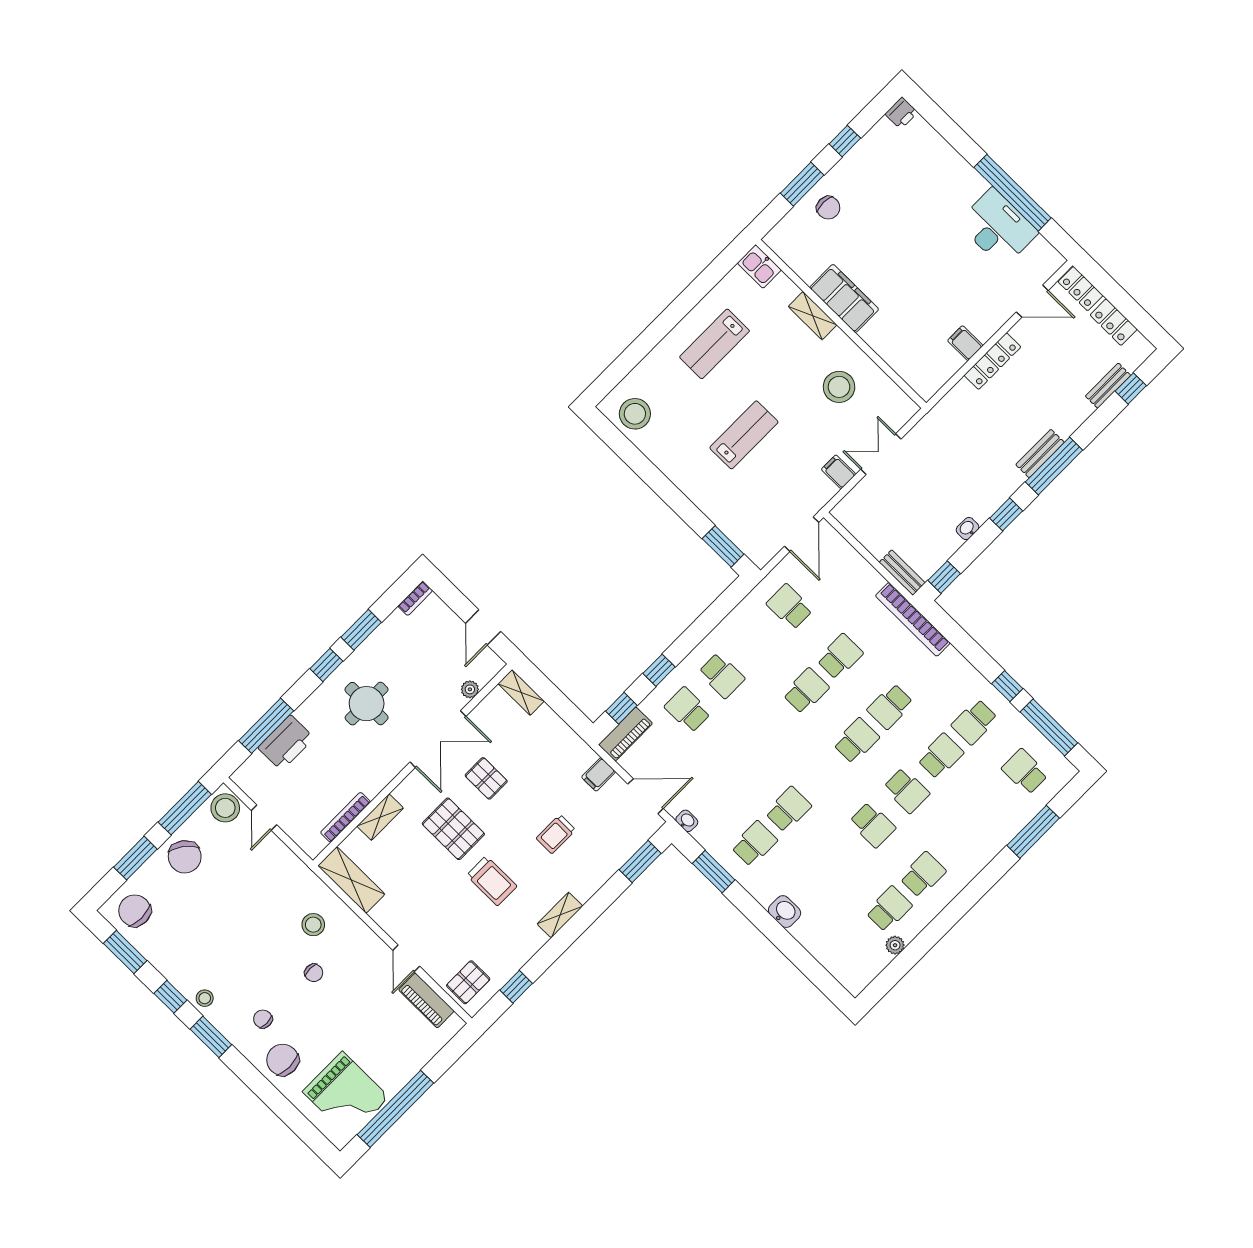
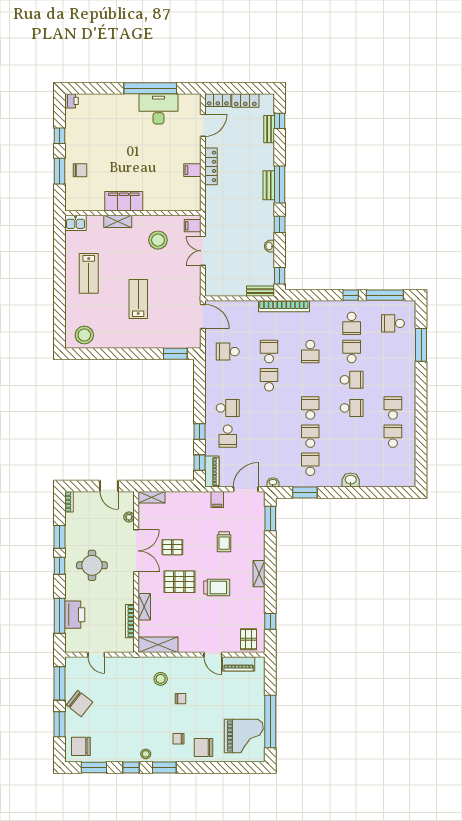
filing cabinet: (839, 472) -> (193, 226), moved
school desk: (688, 710) -> (228, 436), turned -90
school desk: (856, 741) -> (310, 408), moved
stool: (225, 808) -> (76, 667), removed
plant: (895, 945) -> (410, 449), removed

